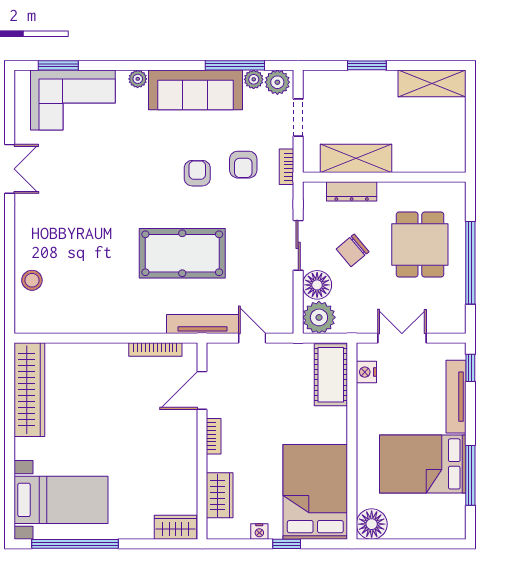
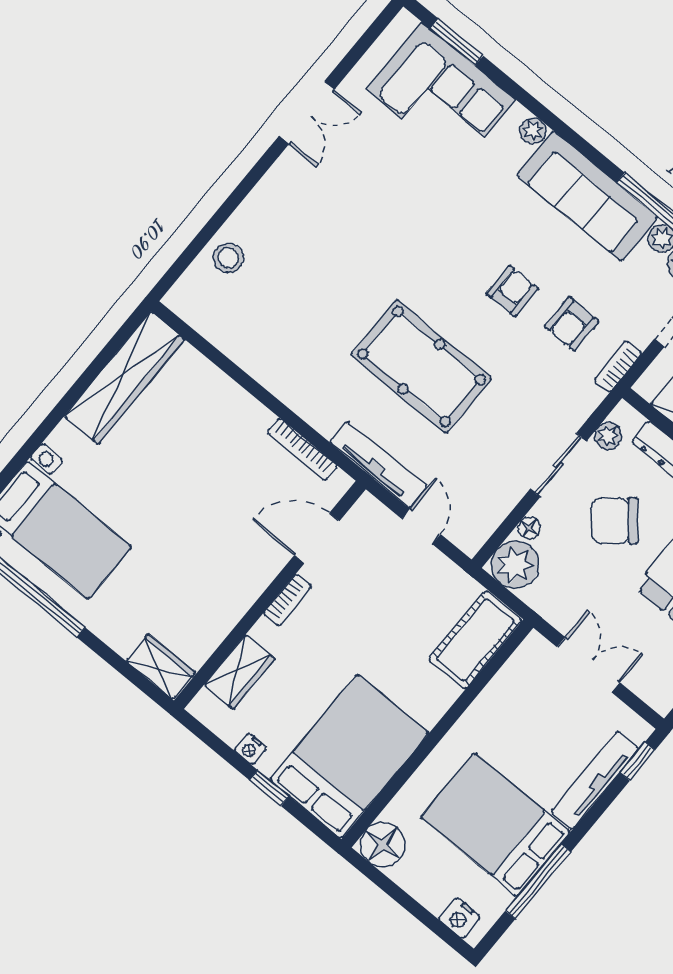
plant: (312, 208) -> (608, 436), added
chair: (353, 250) -> (614, 521), width x1.37, depth x1.37
floor lamp: (317, 285) -> (529, 528), width x0.53, depth x0.53
nightstand: (366, 372) -> (460, 918), moved, turned -90

